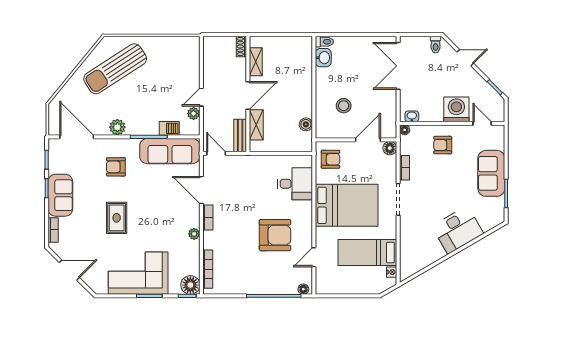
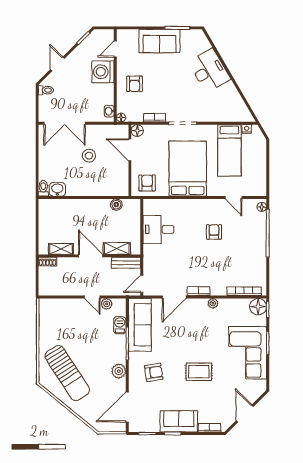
stool: (344, 106) -> (89, 156), moved
armchair: (116, 167) -> (154, 372), turned -99
desk: (295, 184) -> (159, 229), moved, turned -90
armchair: (275, 235) -> (214, 232), width x0.53, depth x0.53

